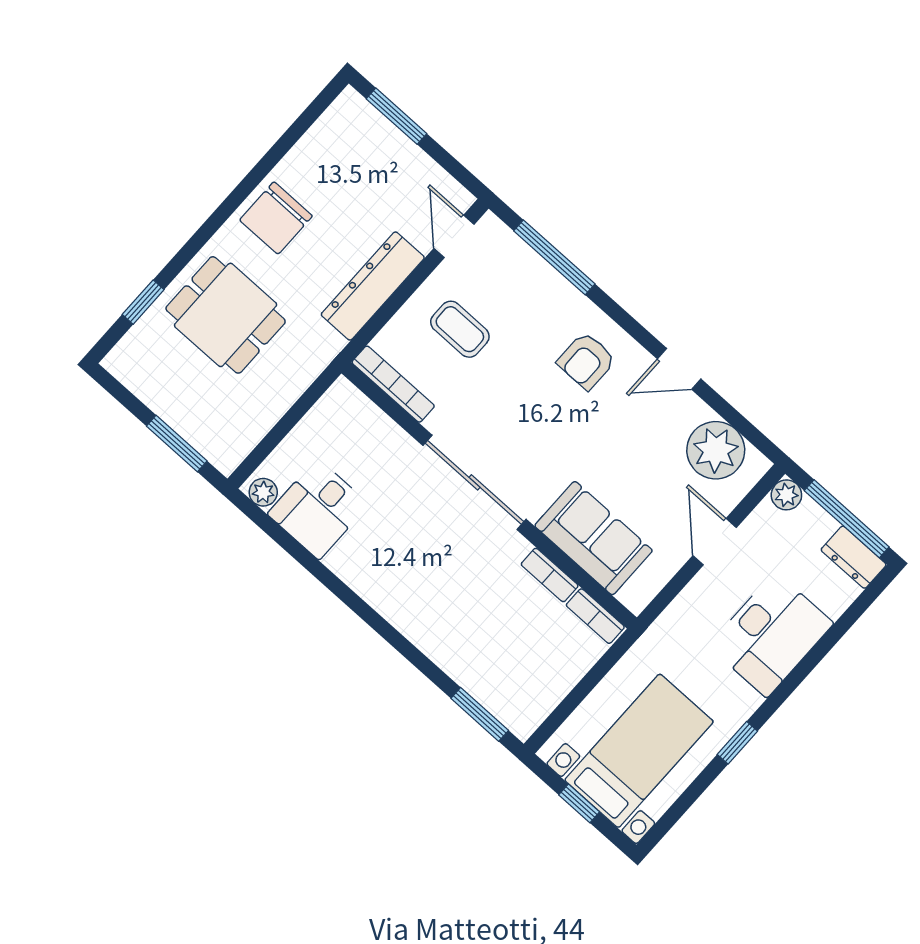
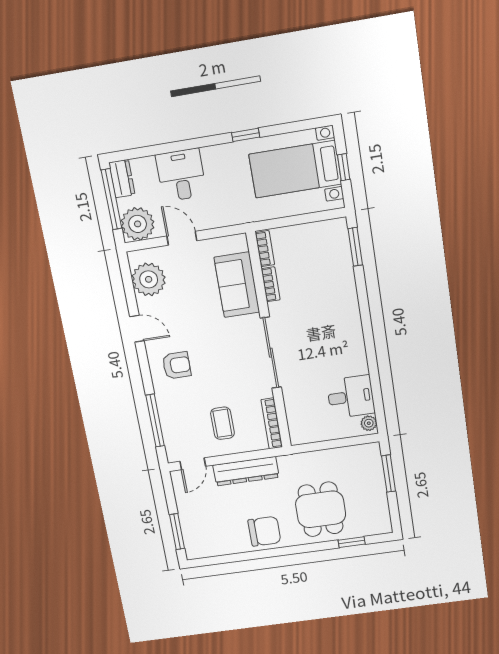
plant: (786, 495) -> (138, 224), width x1.87, depth x1.87
door: (715, 542) -> (182, 238), swing flipped
desk: (771, 634) -> (181, 175), width x0.73

